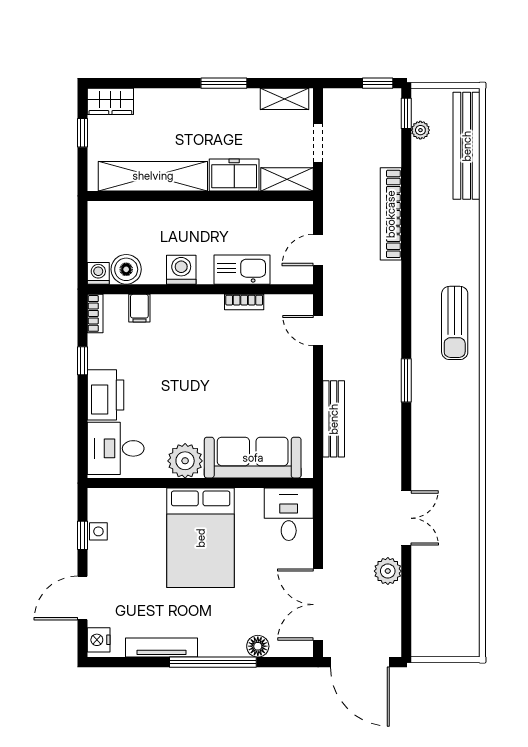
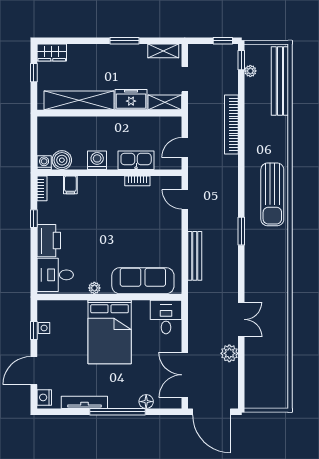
sun lounger: (455, 323) -> (272, 194), width x1.36, depth x1.34
plant: (185, 461) -> (94, 288), width x0.53, depth x0.53

